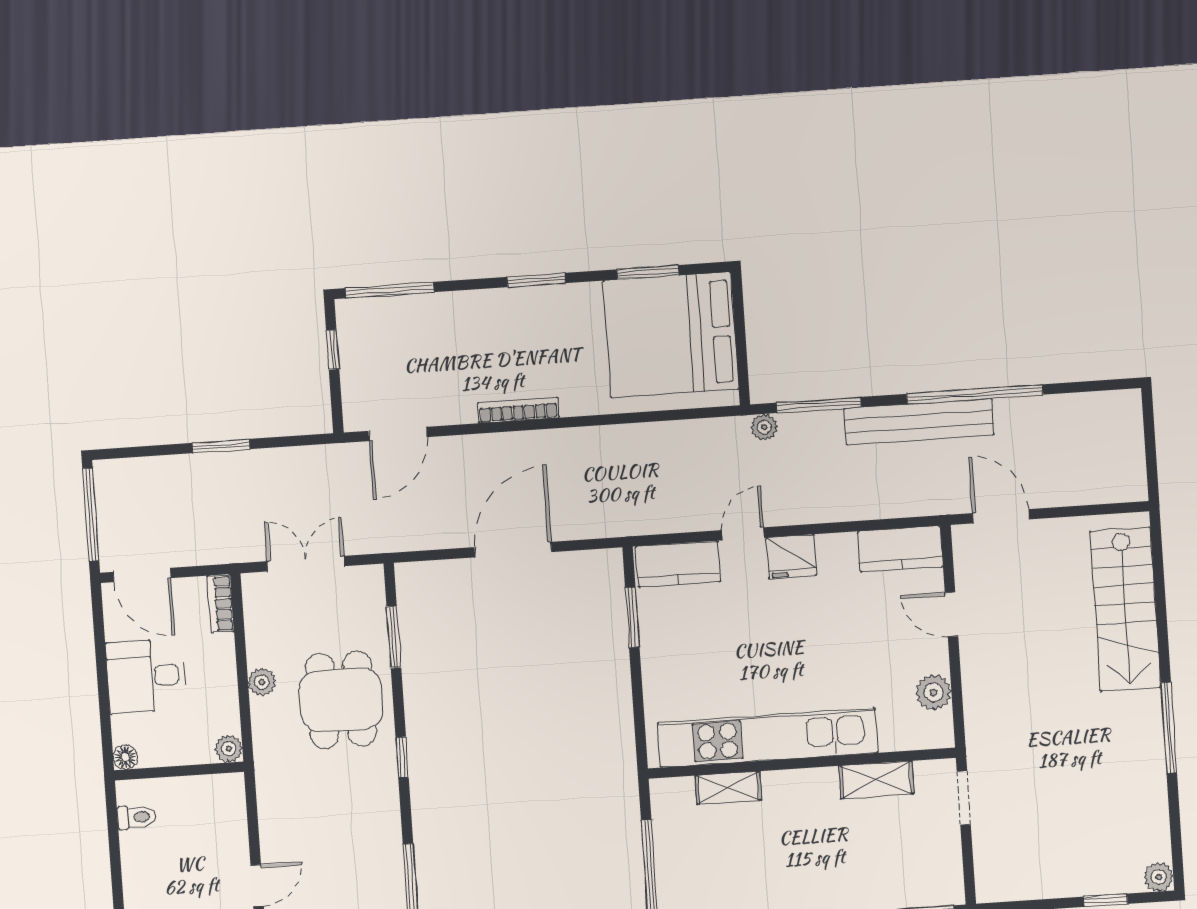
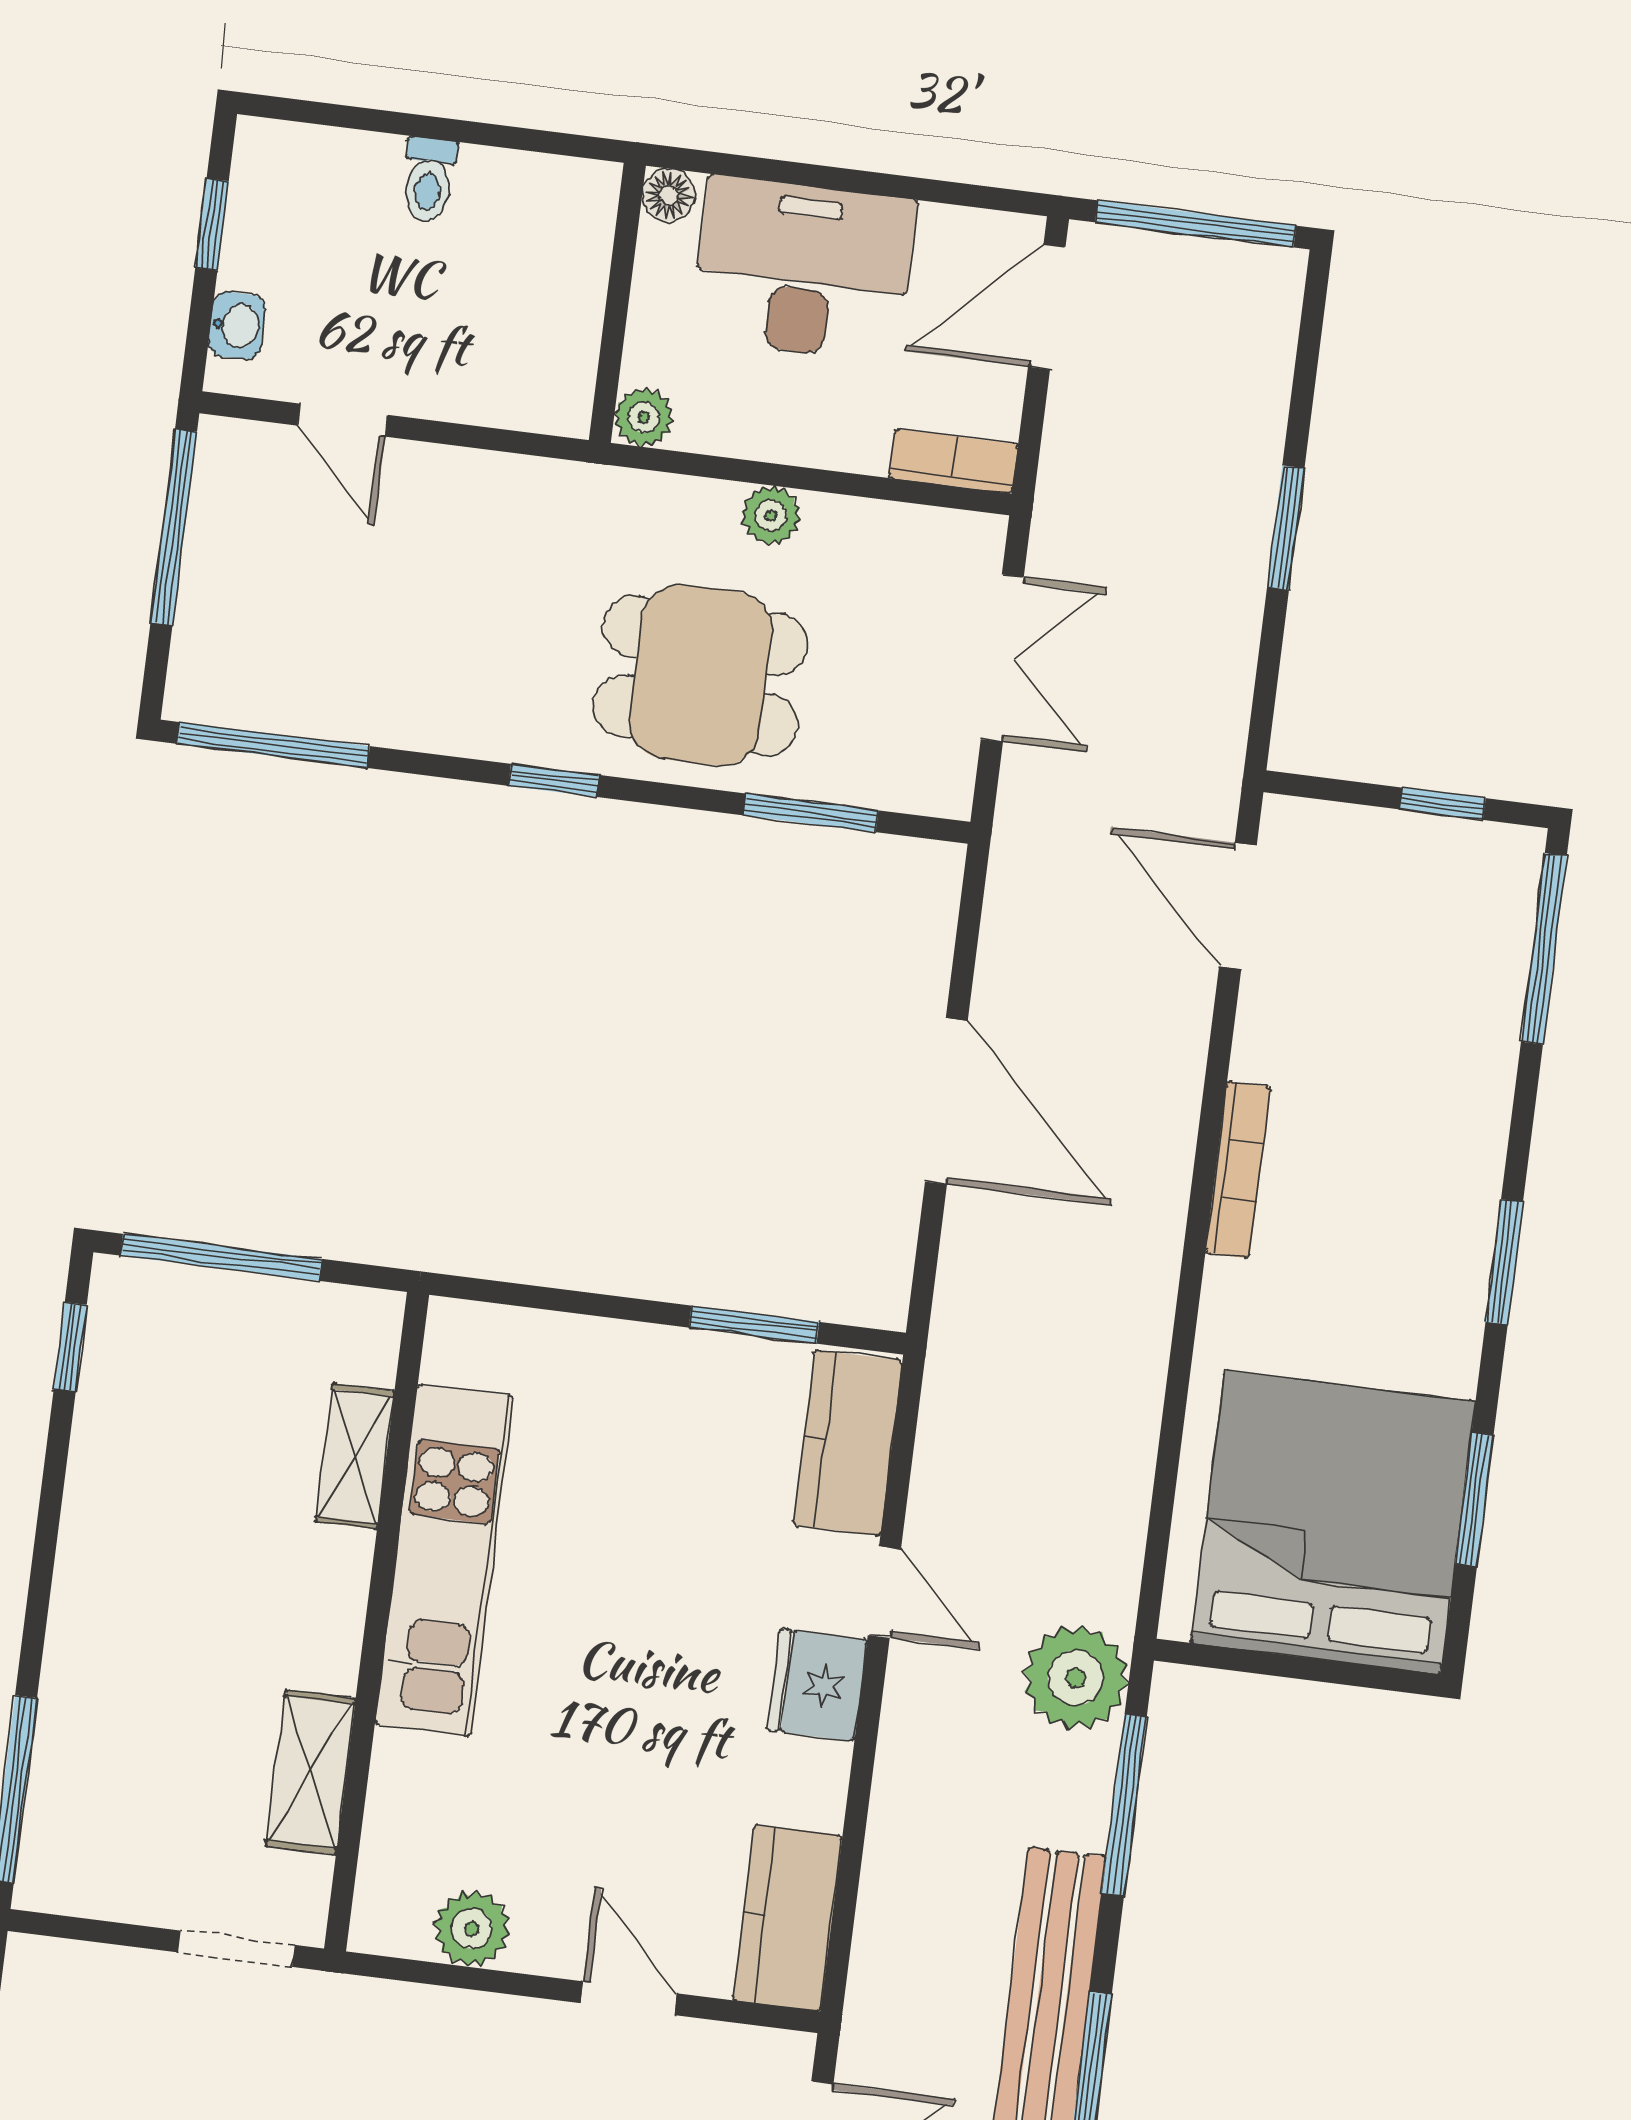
plant: (764, 427) -> (1076, 1678), width x1.88, depth x1.88
door: (951, 614) -> (629, 1998), hinge flipped
desk: (146, 676) -> (803, 269), width x1.37
kitchen unit: (768, 738) -> (444, 1560), width x0.73
toilet: (137, 817) -> (429, 180), moved

